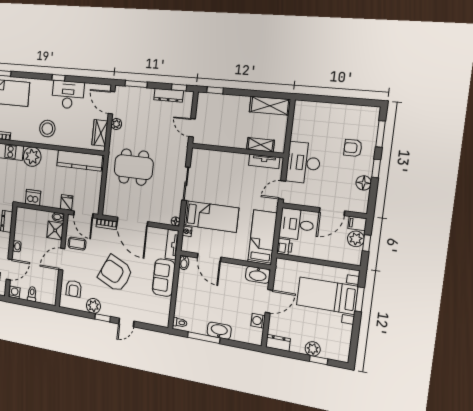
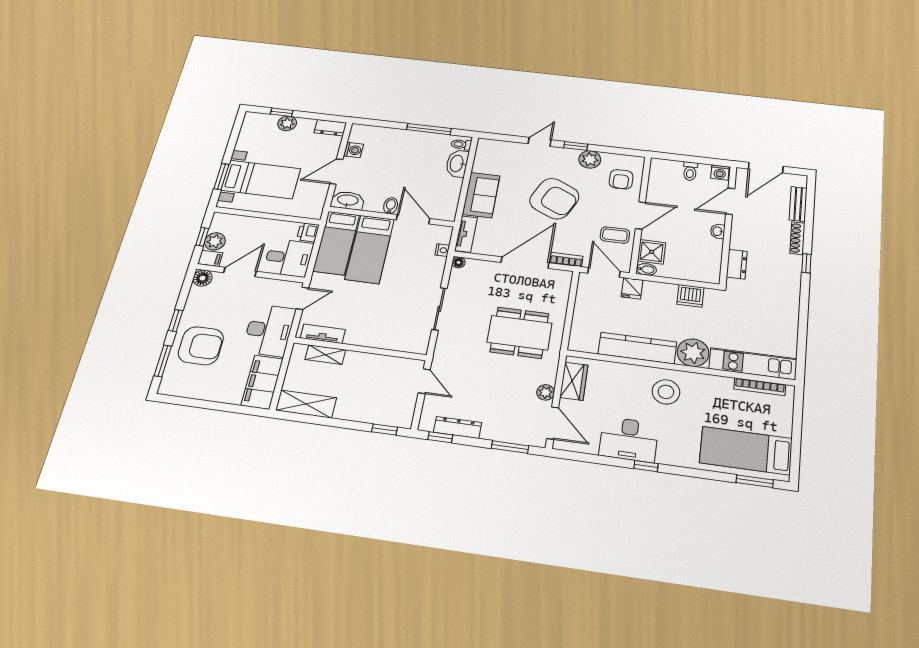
filing cabinet: (303, 121) -> (262, 382), added
armchair: (353, 148) -> (201, 346), width x1.88, depth x1.88
kitchen counter: (80, 161) -> (637, 348), moved
floor lamp: (364, 183) -> (202, 278), moved
bed: (211, 216) -> (370, 249), moved, turned -90
door: (132, 222) -> (525, 263), hinge flipped
bidet: (184, 263) -> (391, 206), moved
armchair: (74, 289) -> (621, 179), turned 180
washbasin: (219, 331) -> (457, 164), moved, turned 90

